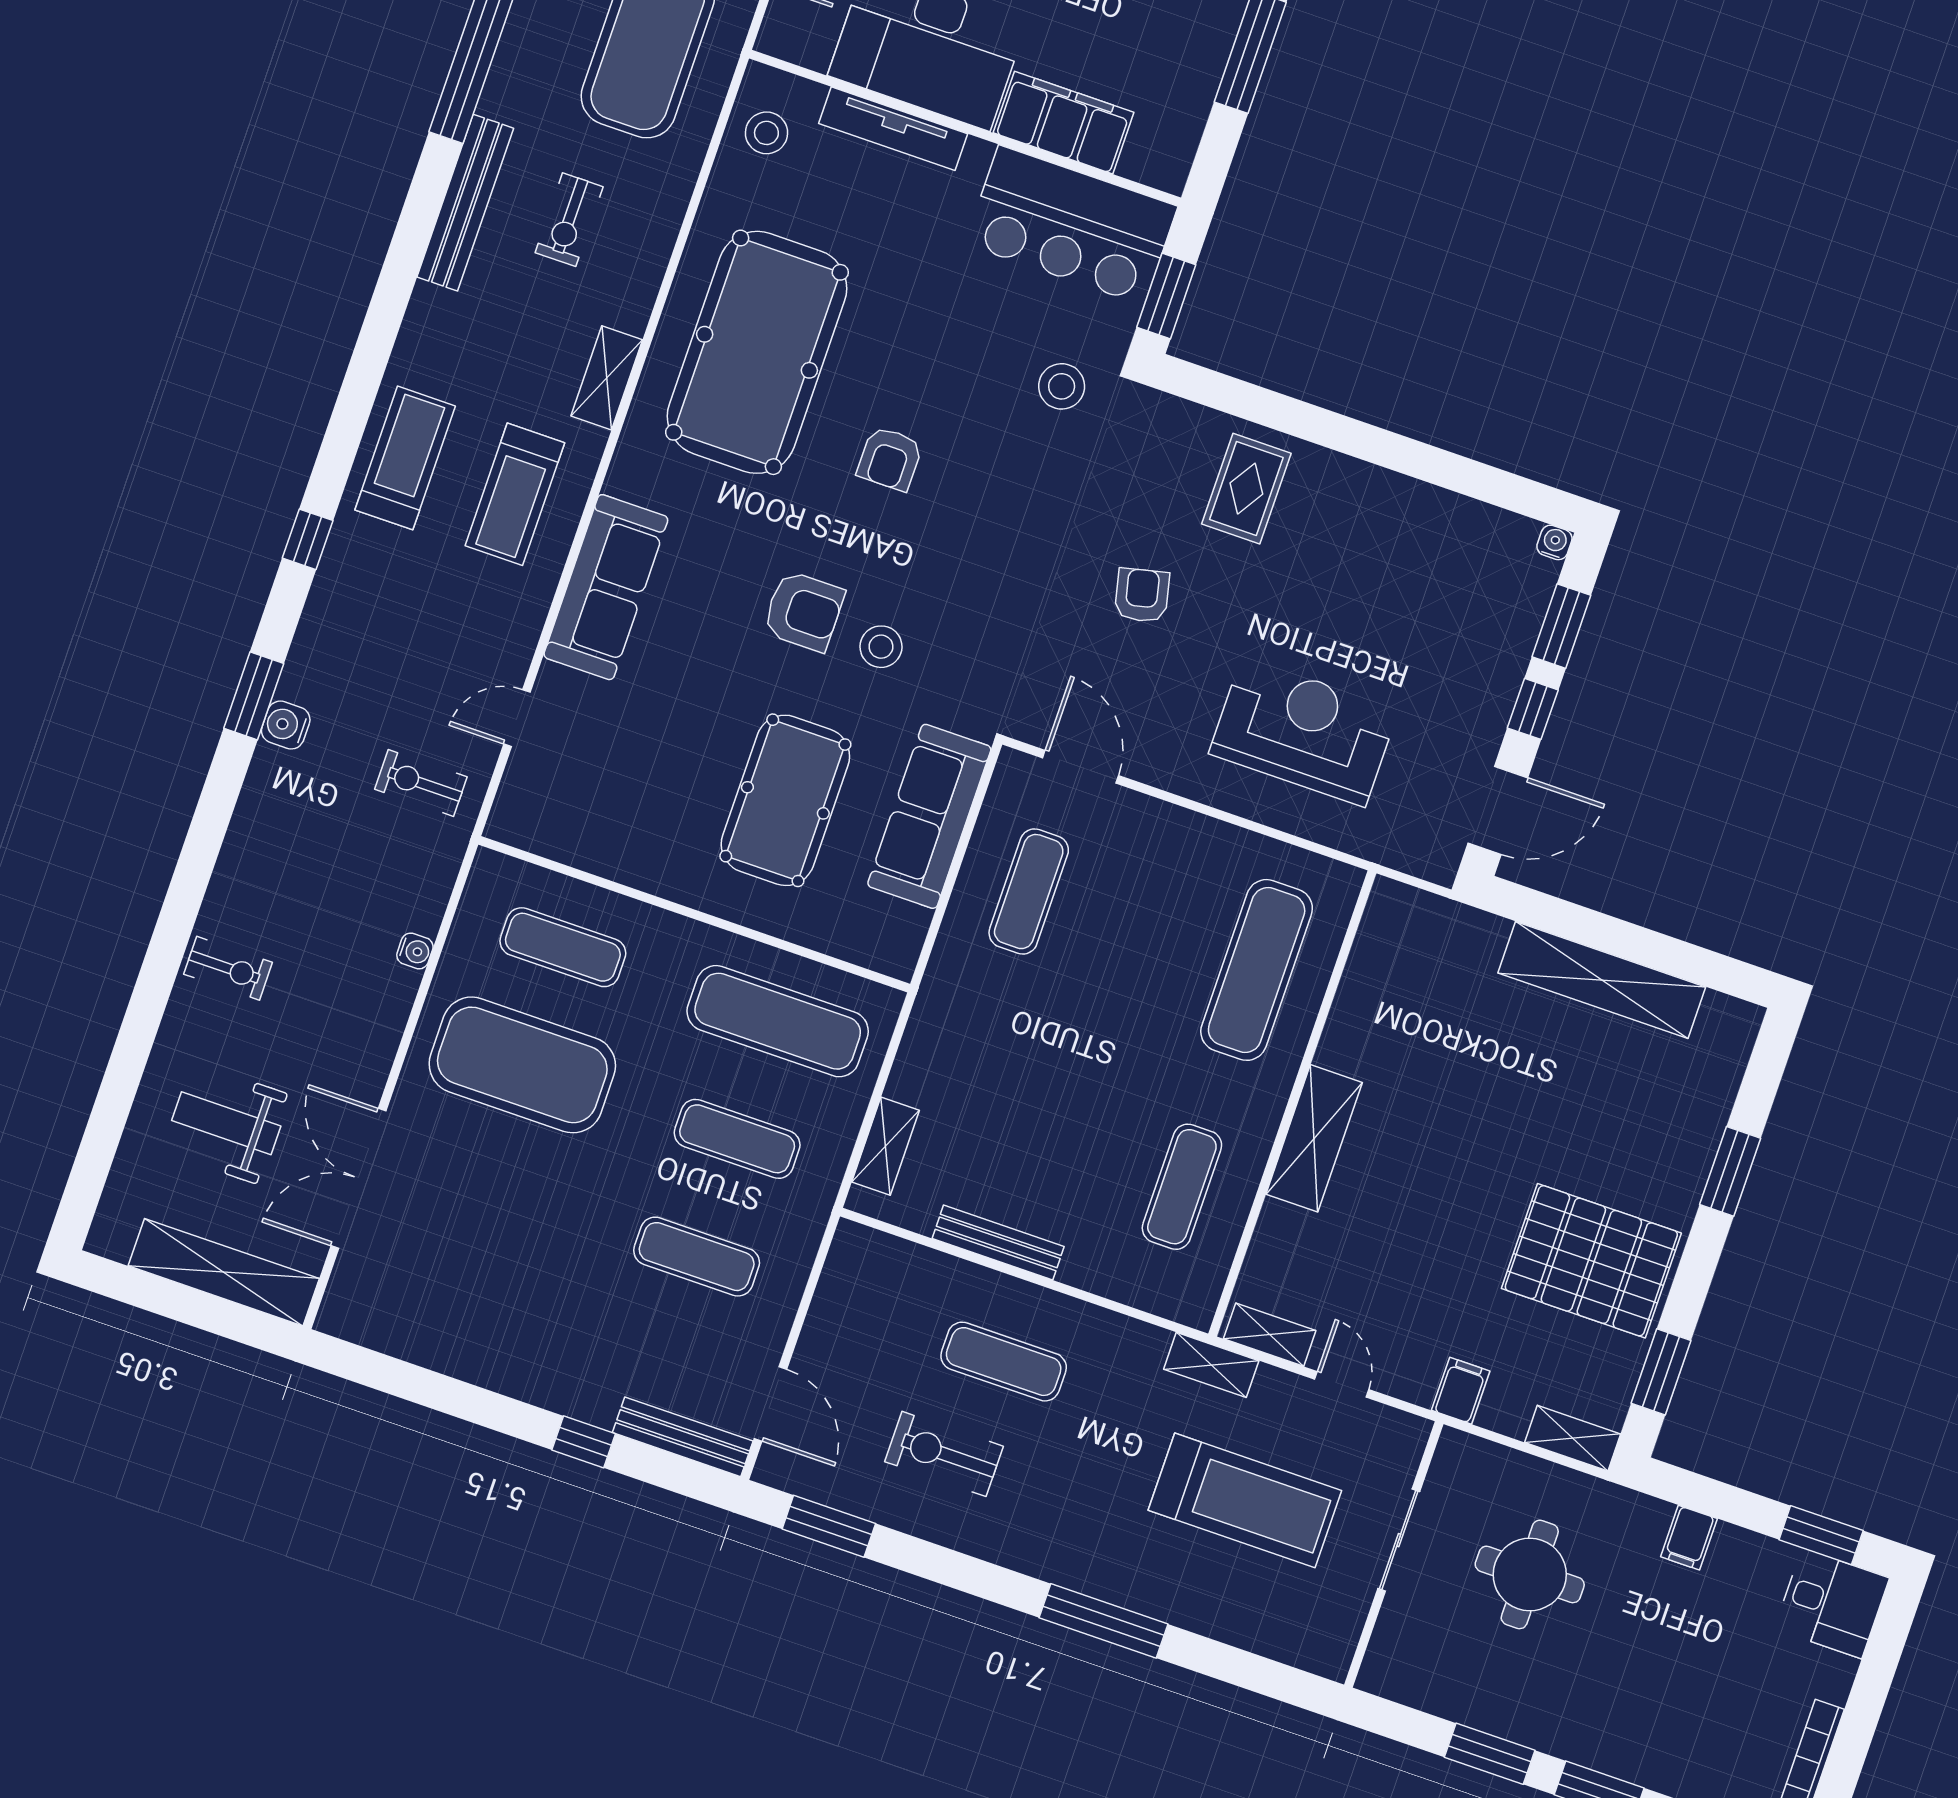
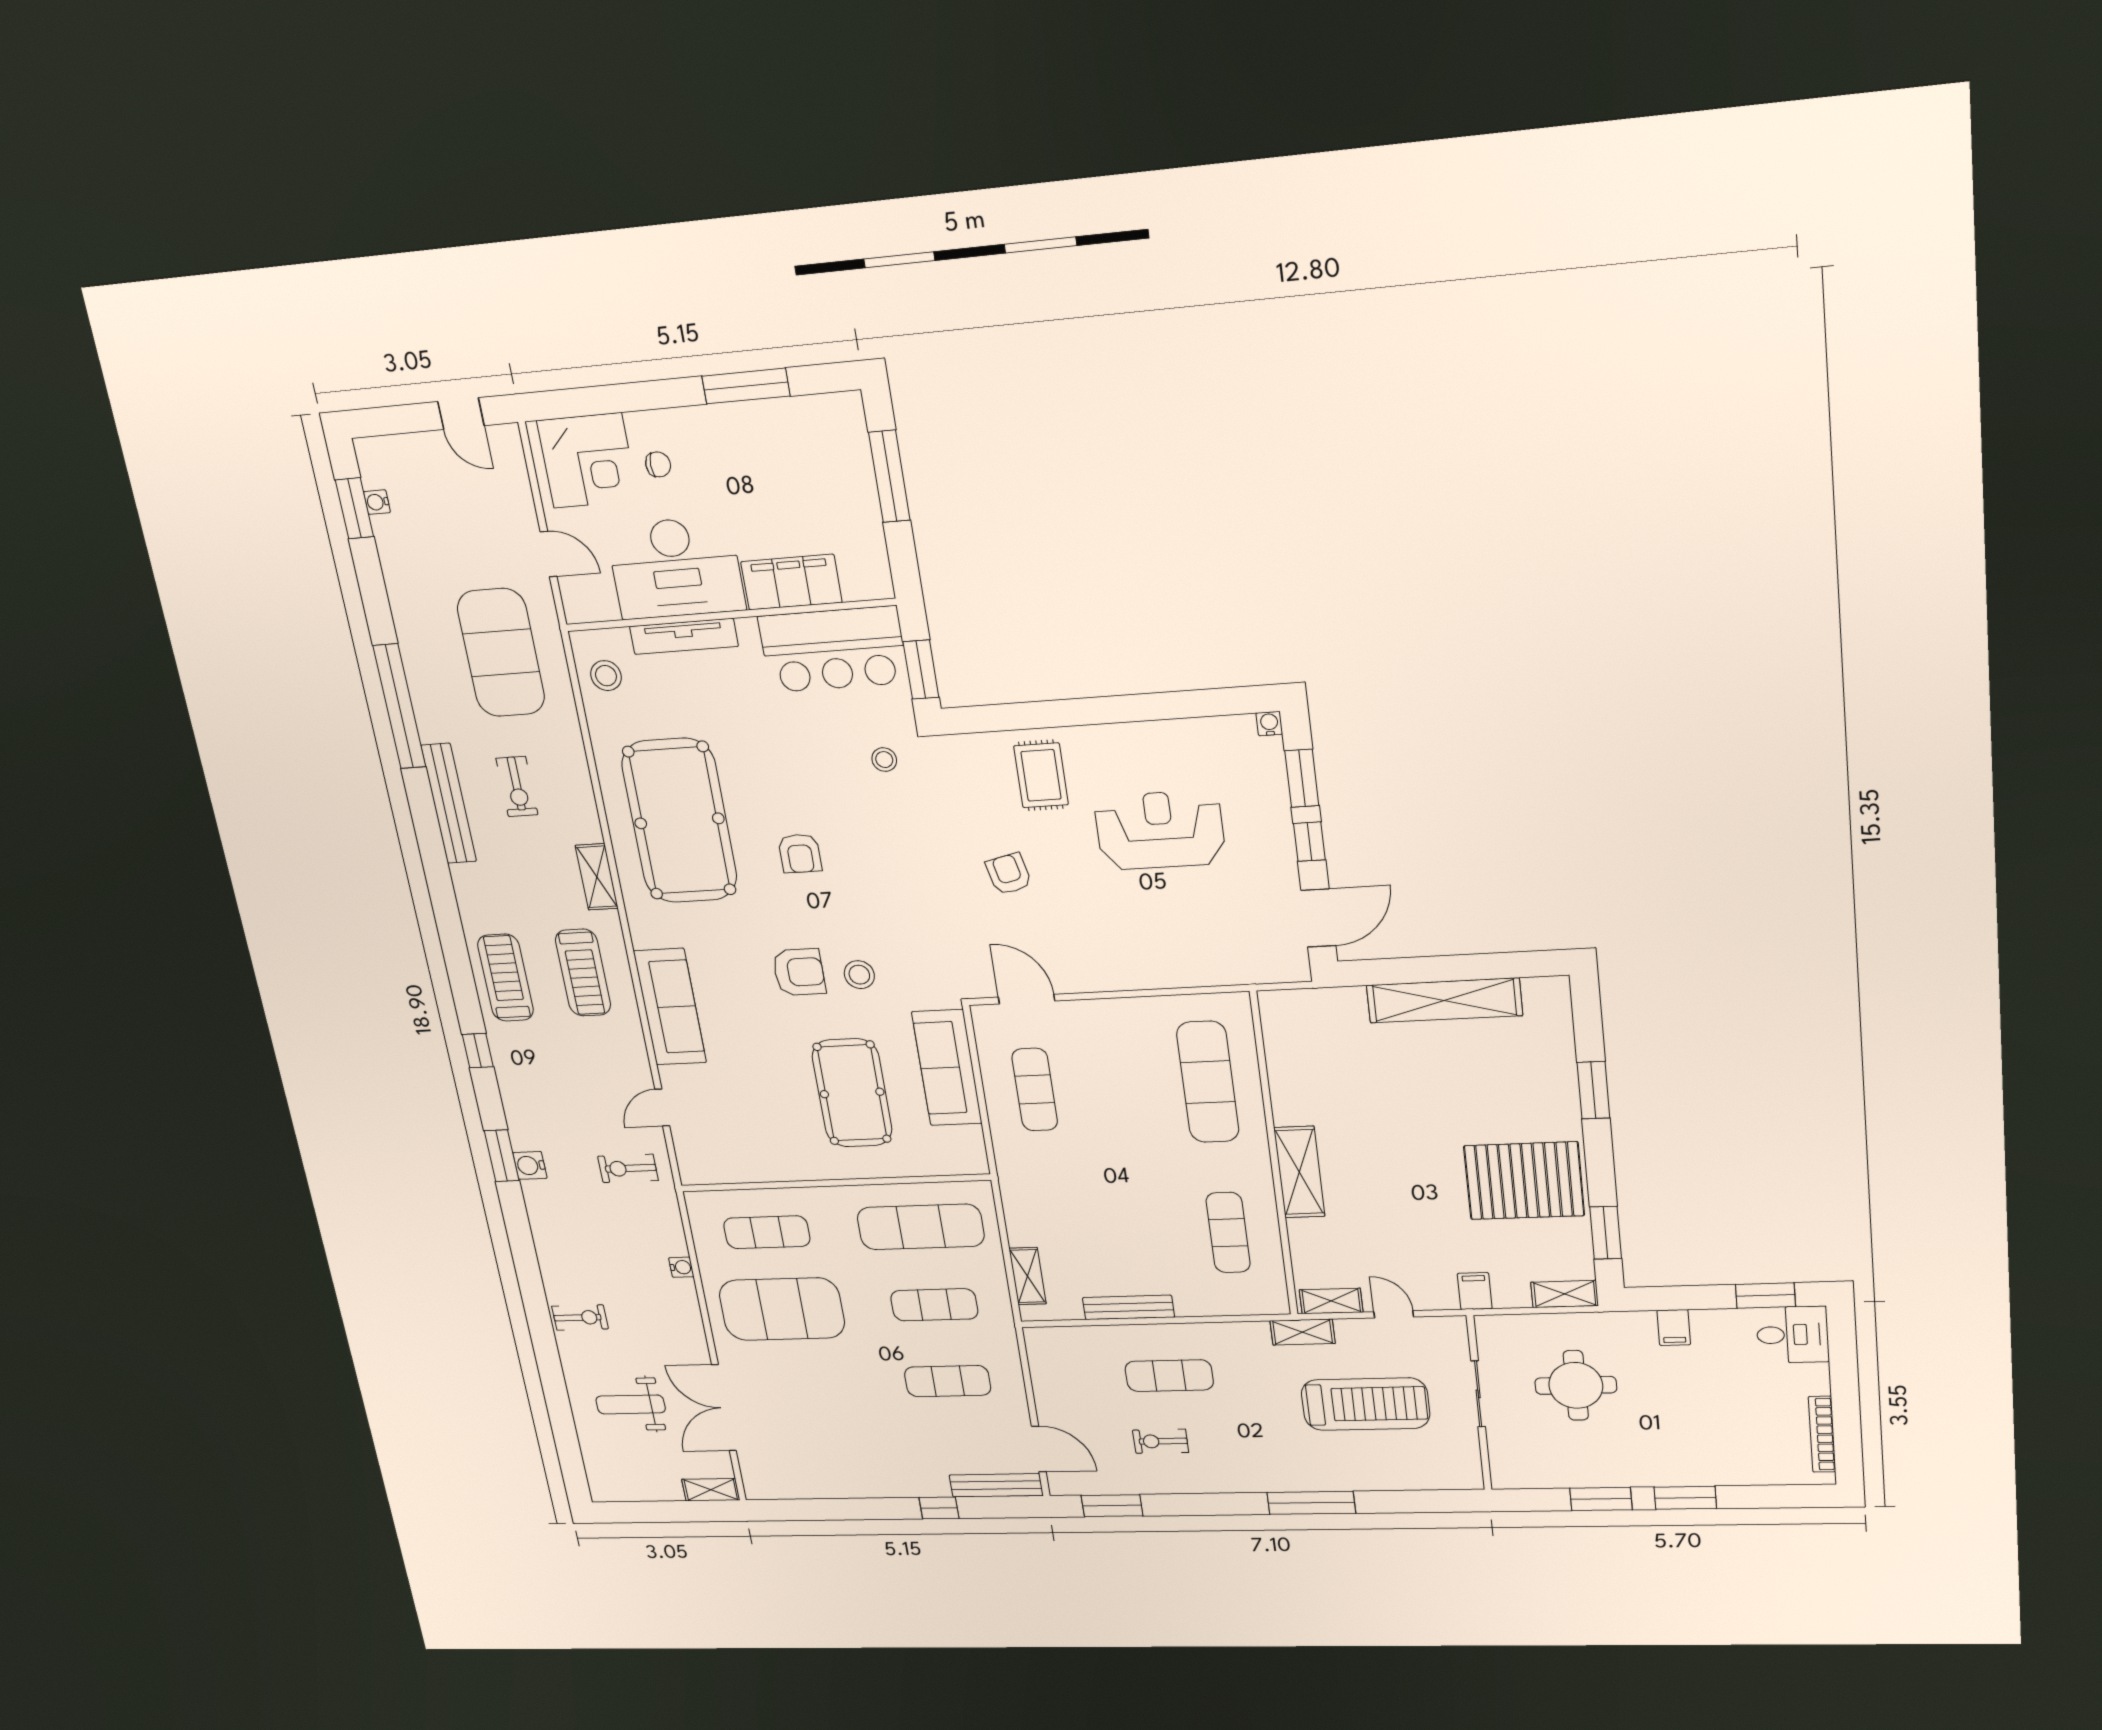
stool: (1062, 386) -> (884, 760), width x0.73, depth x0.73
reception desk: (1304, 732) -> (1160, 830), moved
shelving: (224, 1272) -> (711, 1490), width x0.45, depth x0.75
exercise bike: (944, 1454) -> (1161, 1441), width x0.73, depth x0.72

